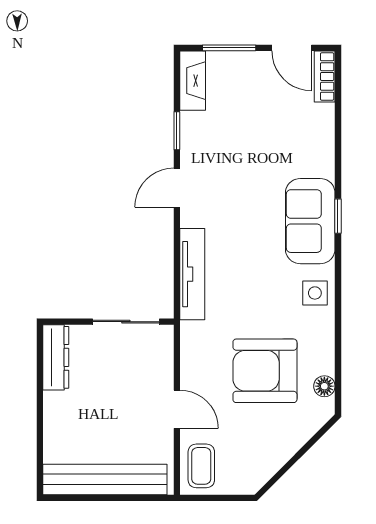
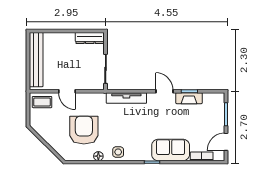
bookcase: (325, 76) -> (202, 156), moved
fireplace: (193, 81) -> (189, 98), moved
sofa: (310, 221) -> (171, 150), moved
floor lamp: (324, 386) -> (98, 156), moved
door: (177, 409) -> (67, 91), hinge flipped

